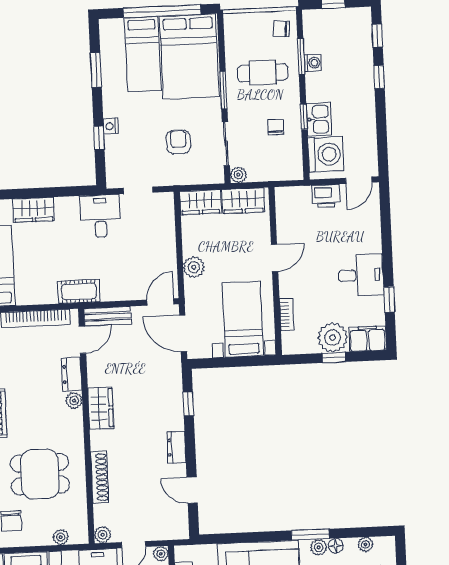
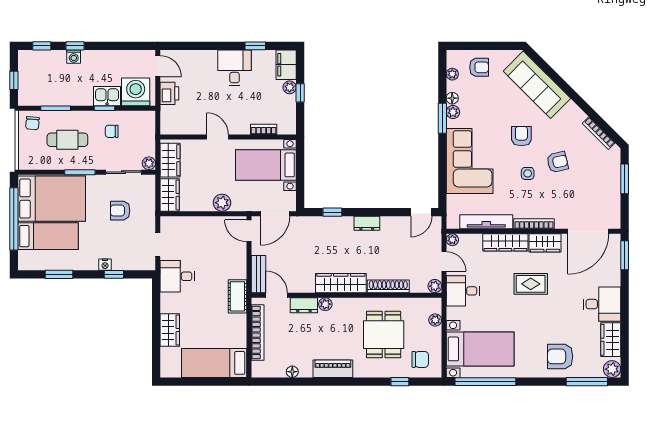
washing machine: (313, 63) -> (74, 57), moved, turned 180
cafe table: (263, 73) -> (67, 140), turned 90
plant: (333, 338) -> (290, 87), width x0.53, depth x0.53
wardrobe: (101, 408) -> (341, 283), width x1.50
door: (192, 490) -> (421, 212), moved

